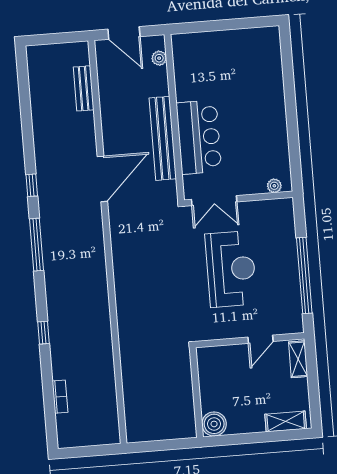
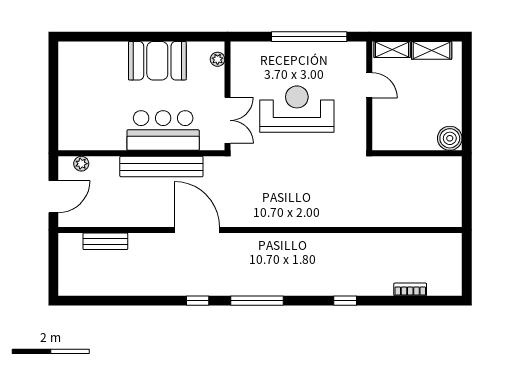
booth: (268, 126) -> (157, 61), added
shelving: (286, 421) -> (432, 50), moved, turned 90

